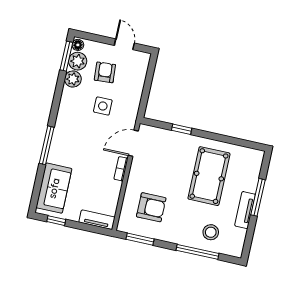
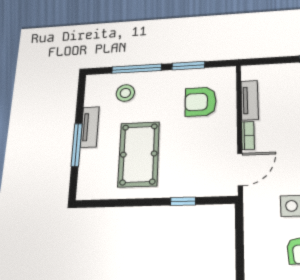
tv unit: (97, 220) -> (250, 100), moved, turned -90
window: (140, 239) -> (188, 66), moved

